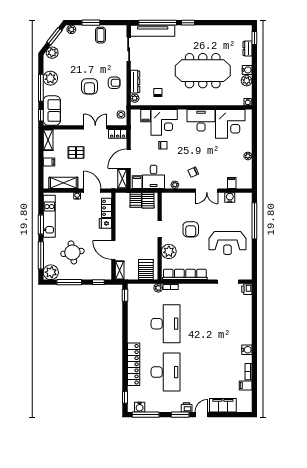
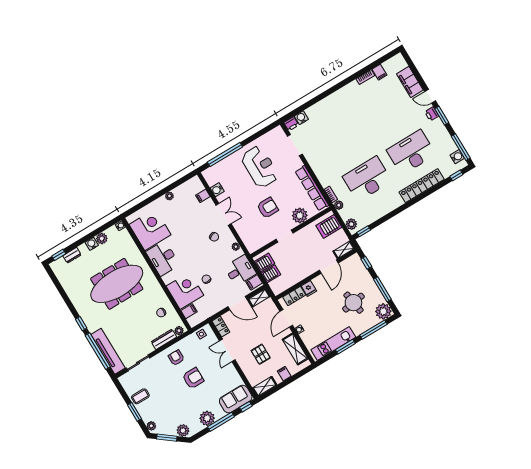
meeting table: (203, 71) -> (117, 284), turned 90
plant: (137, 289) -> (351, 224), added
water cooler: (247, 350) -> (301, 118), moved

